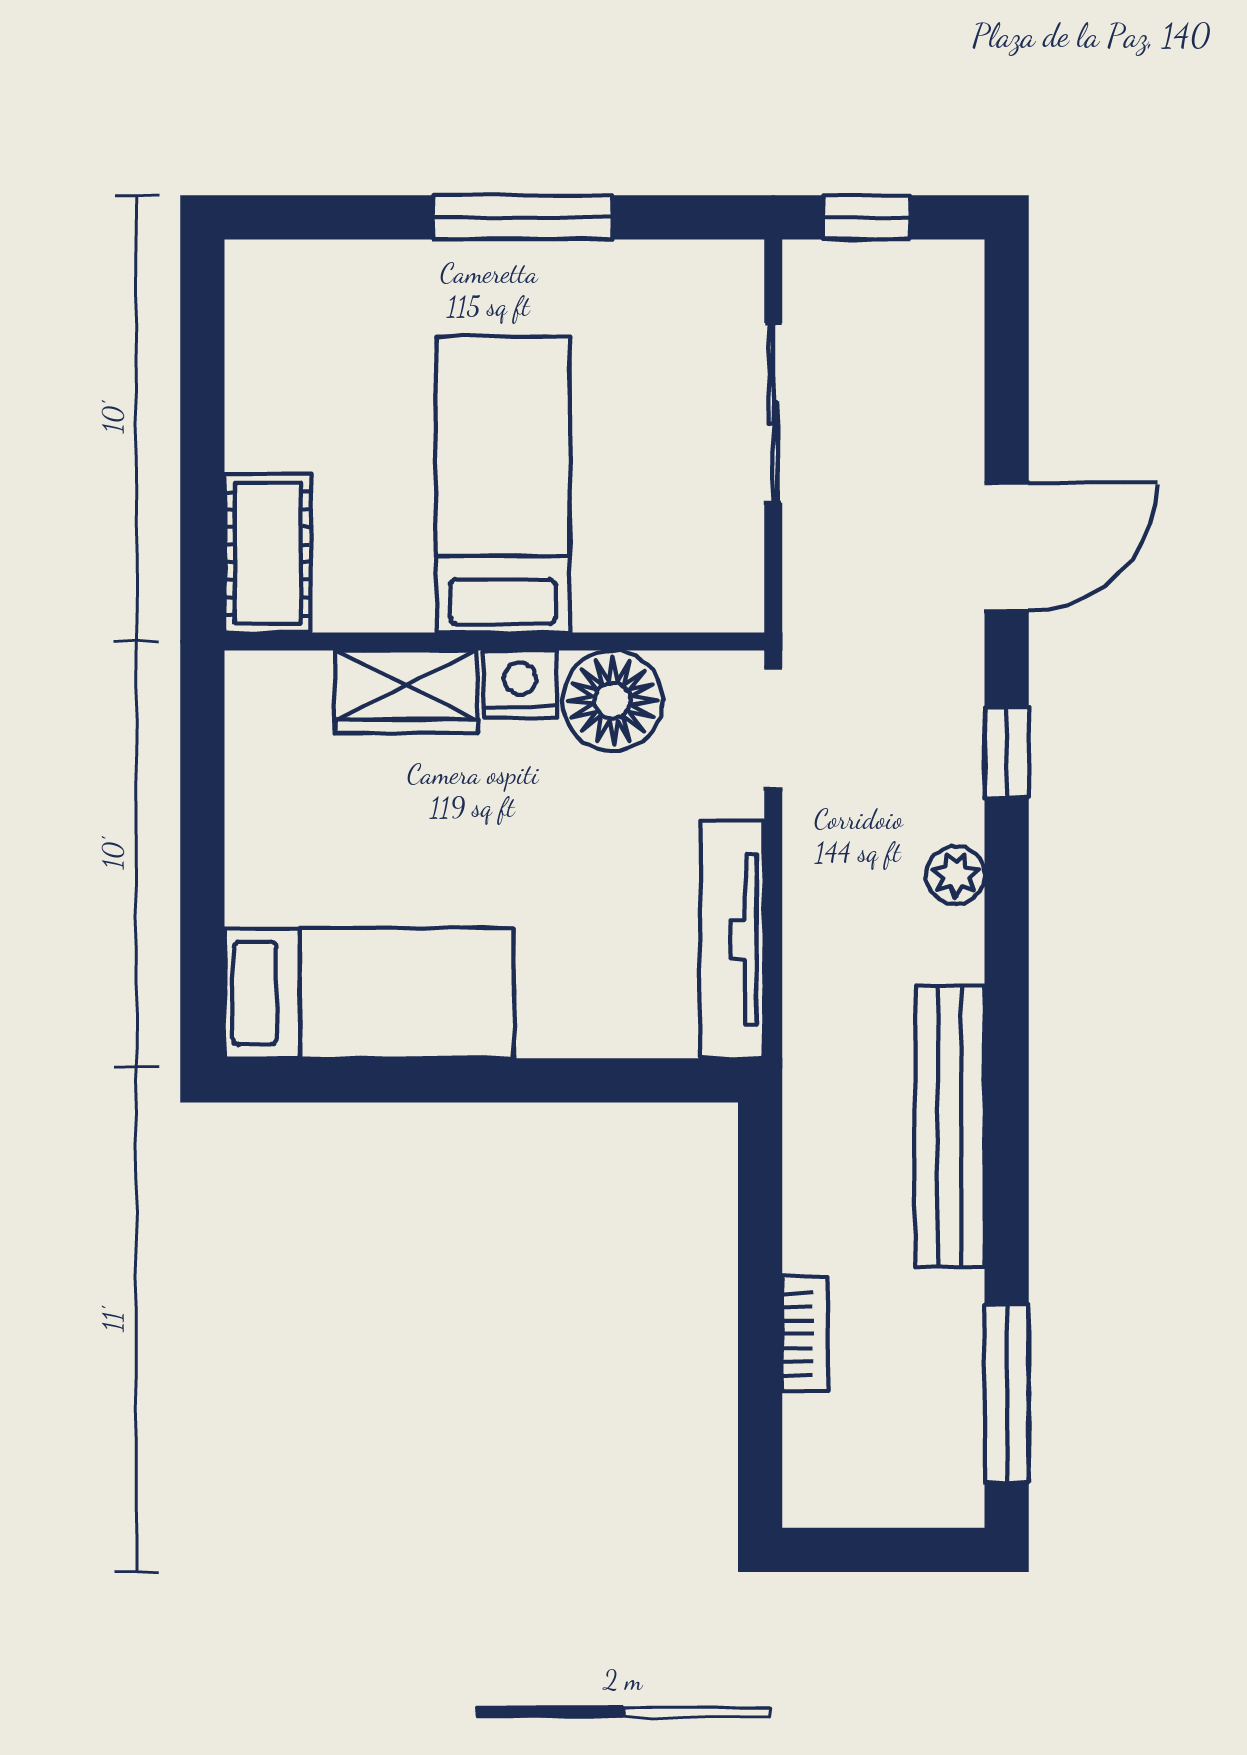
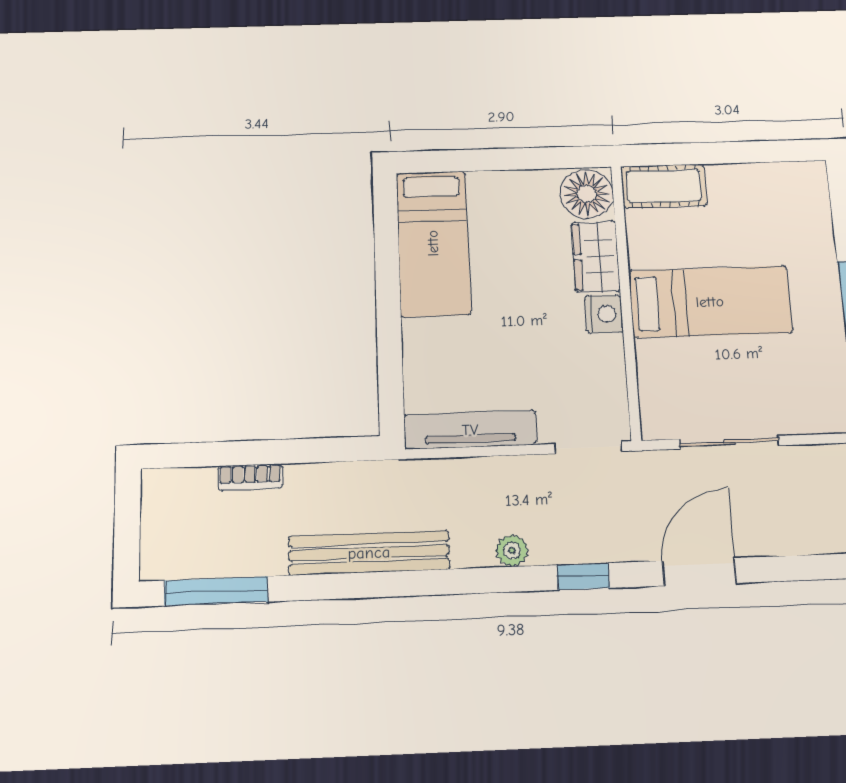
sliding door: (773, 413) -> (729, 442), moved
door: (1007, 547) -> (699, 572), swing flipped
floor lamp: (613, 701) -> (587, 194), moved

